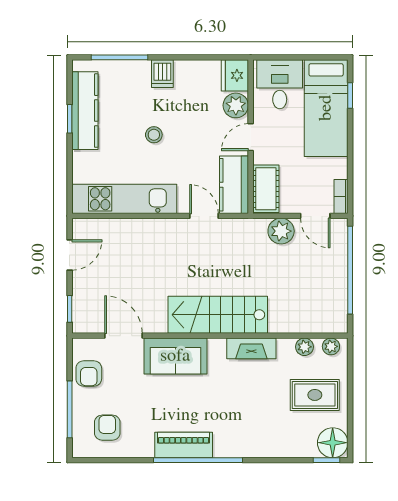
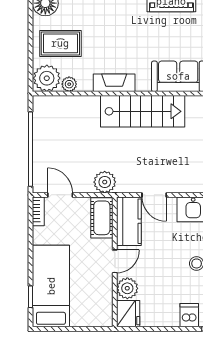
desk: (280, 84) -> (90, 306), removed
plant: (281, 231) -> (105, 182), moved
plant: (331, 346) -> (47, 78), width x1.88, depth x1.88

